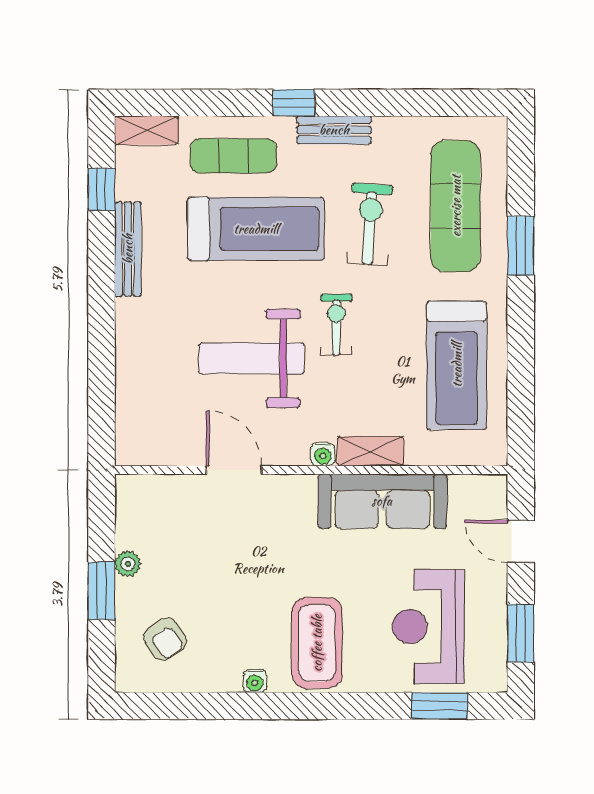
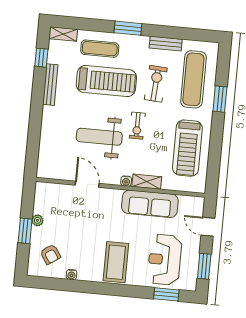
window: (294, 103) -> (128, 28), width x1.50
bench: (334, 130) -> (166, 44), moved
exercise bike: (336, 325) -> (137, 126), turned 180
water cooler: (255, 681) -> (72, 275), moved

